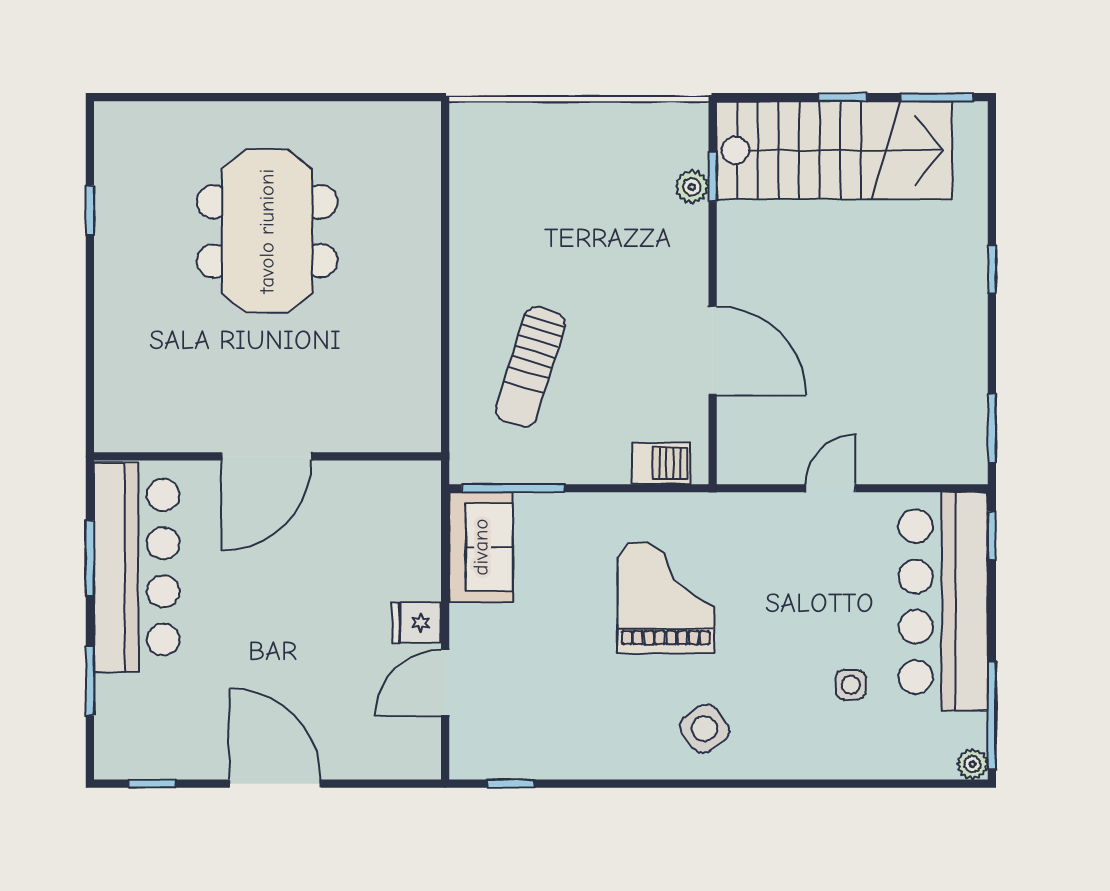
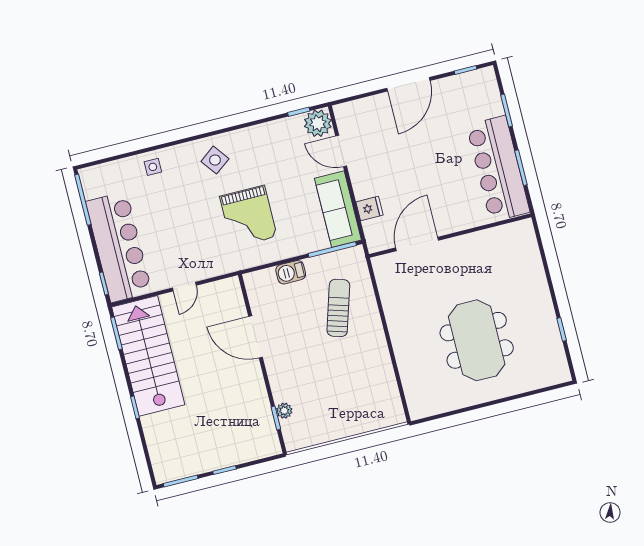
stairs: (834, 150) -> (148, 356), moved, turned 90
door: (266, 456) -> (417, 244), moved
barbecue: (661, 463) -> (291, 272), moved
sofa: (481, 547) -> (338, 209), width x1.36
fridge: (417, 623) -> (370, 208), moved
door: (445, 683) -> (341, 151), swing flipped
side table: (851, 685) -> (153, 167), moved
plant: (973, 764) -> (318, 123), moved, width x1.88, depth x1.88
door: (275, 784) -> (408, 84), hinge flipped

